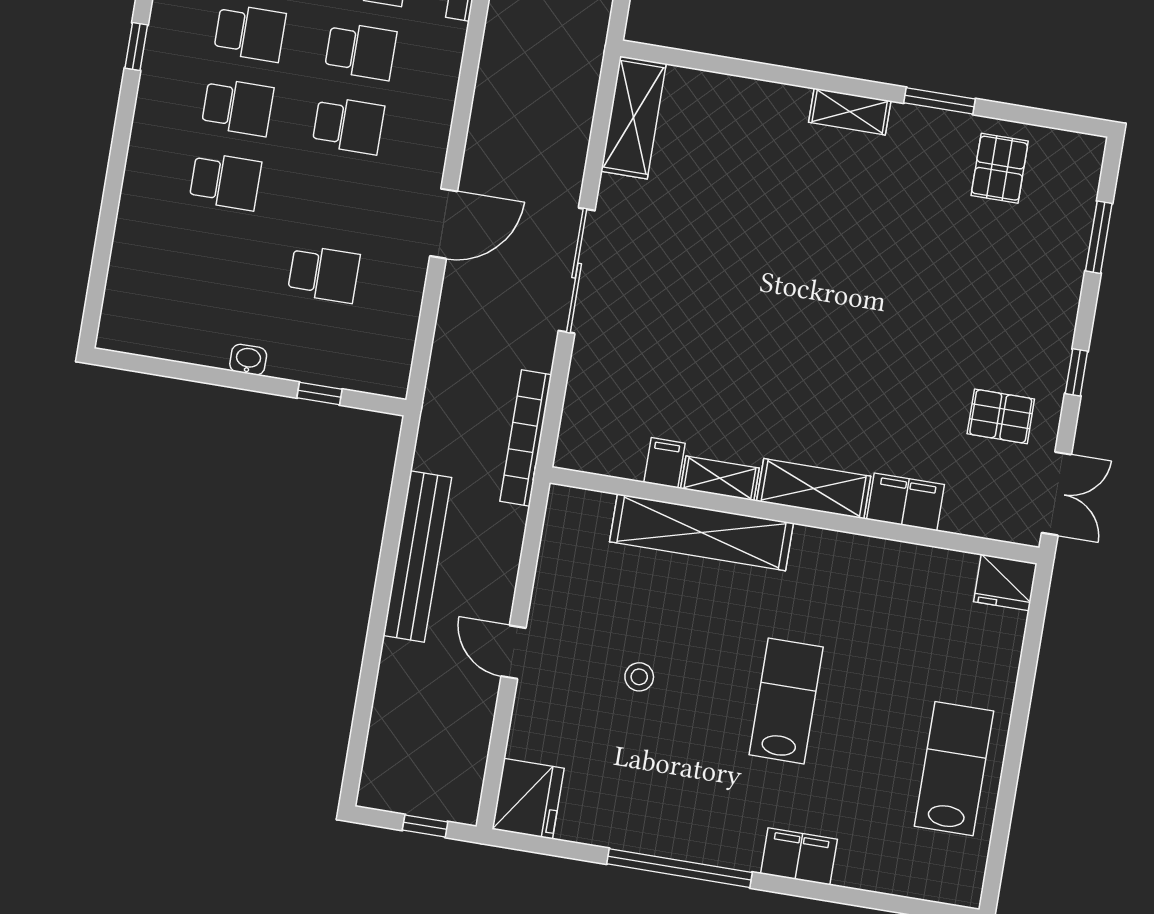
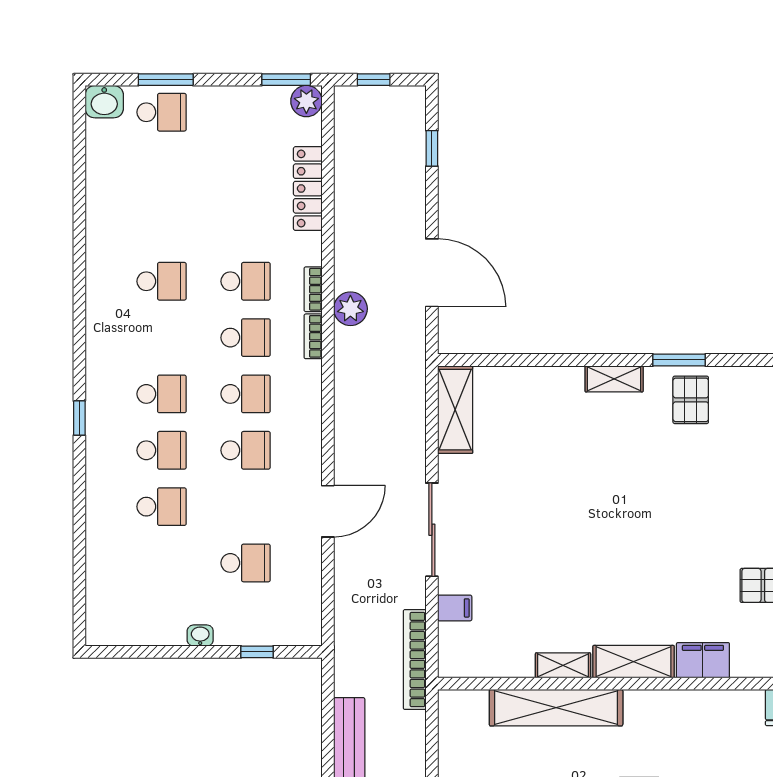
pallet: (1000, 168) -> (691, 400), moved
filing cabinet: (665, 463) -> (455, 608), moved, turned 90

